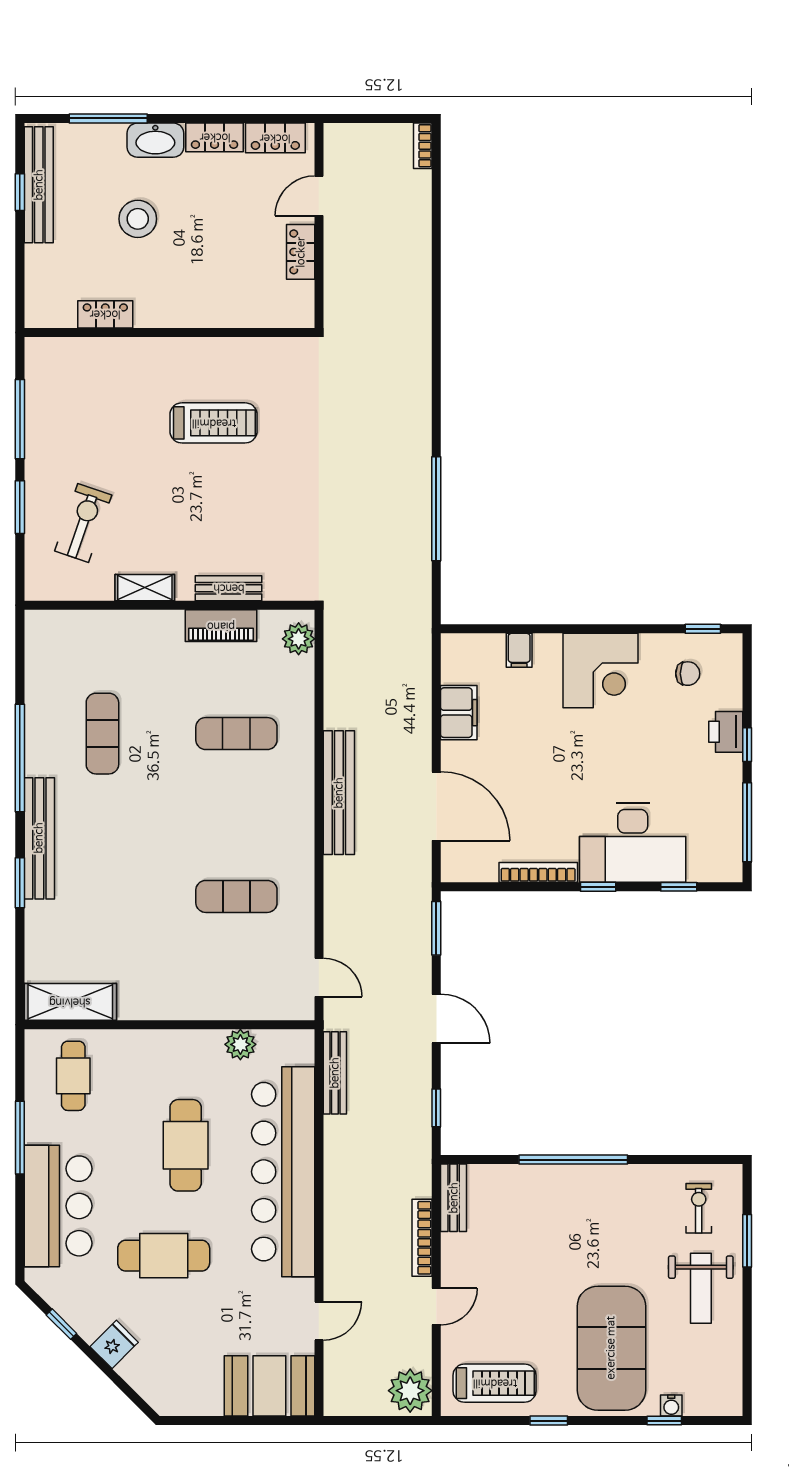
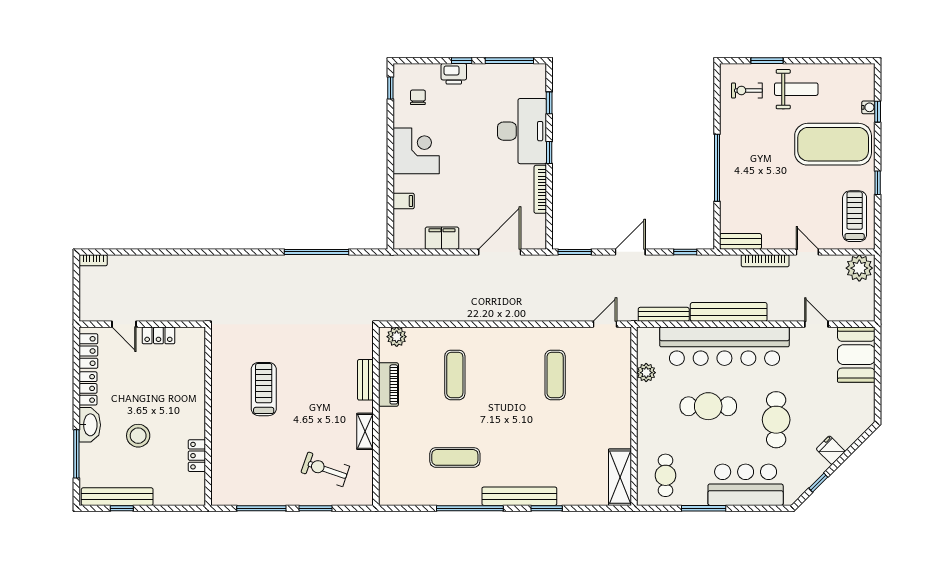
bench: (339, 793) -> (729, 312), moved
cafe table: (73, 1076) -> (665, 475), turned 90

